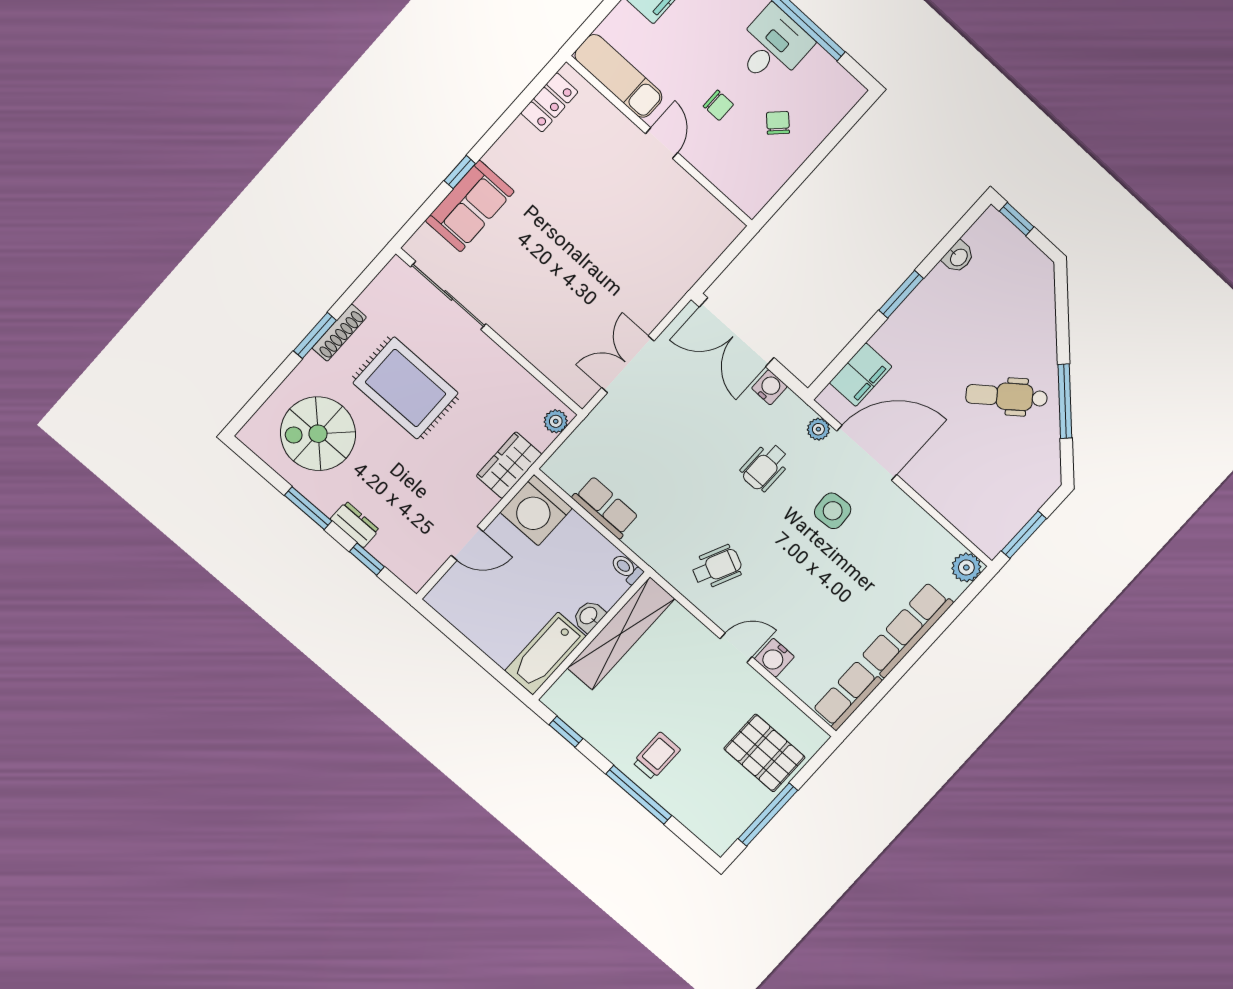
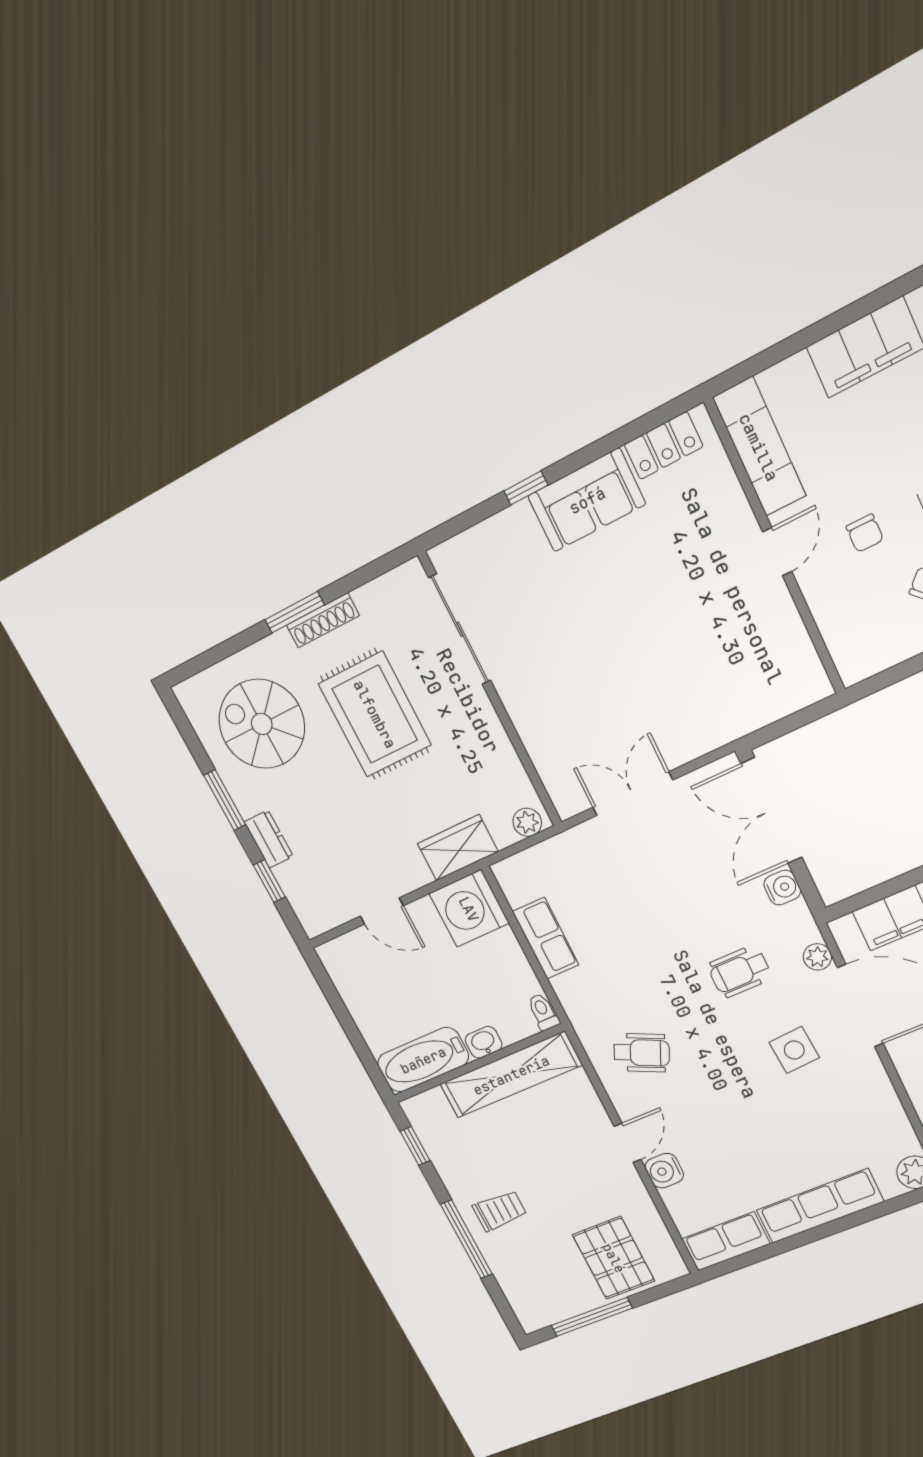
sofa: (470, 206) -> (587, 500), moved
door: (736, 648) -> (628, 1143), hinge flipped

